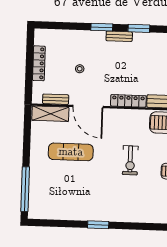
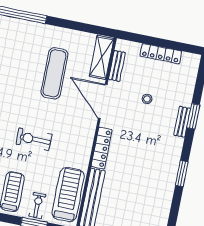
window: (102, 27) -> (193, 116), moved
bench: (119, 36) -> (182, 122), moved
door: (88, 106) -> (103, 101), hinge flipped

